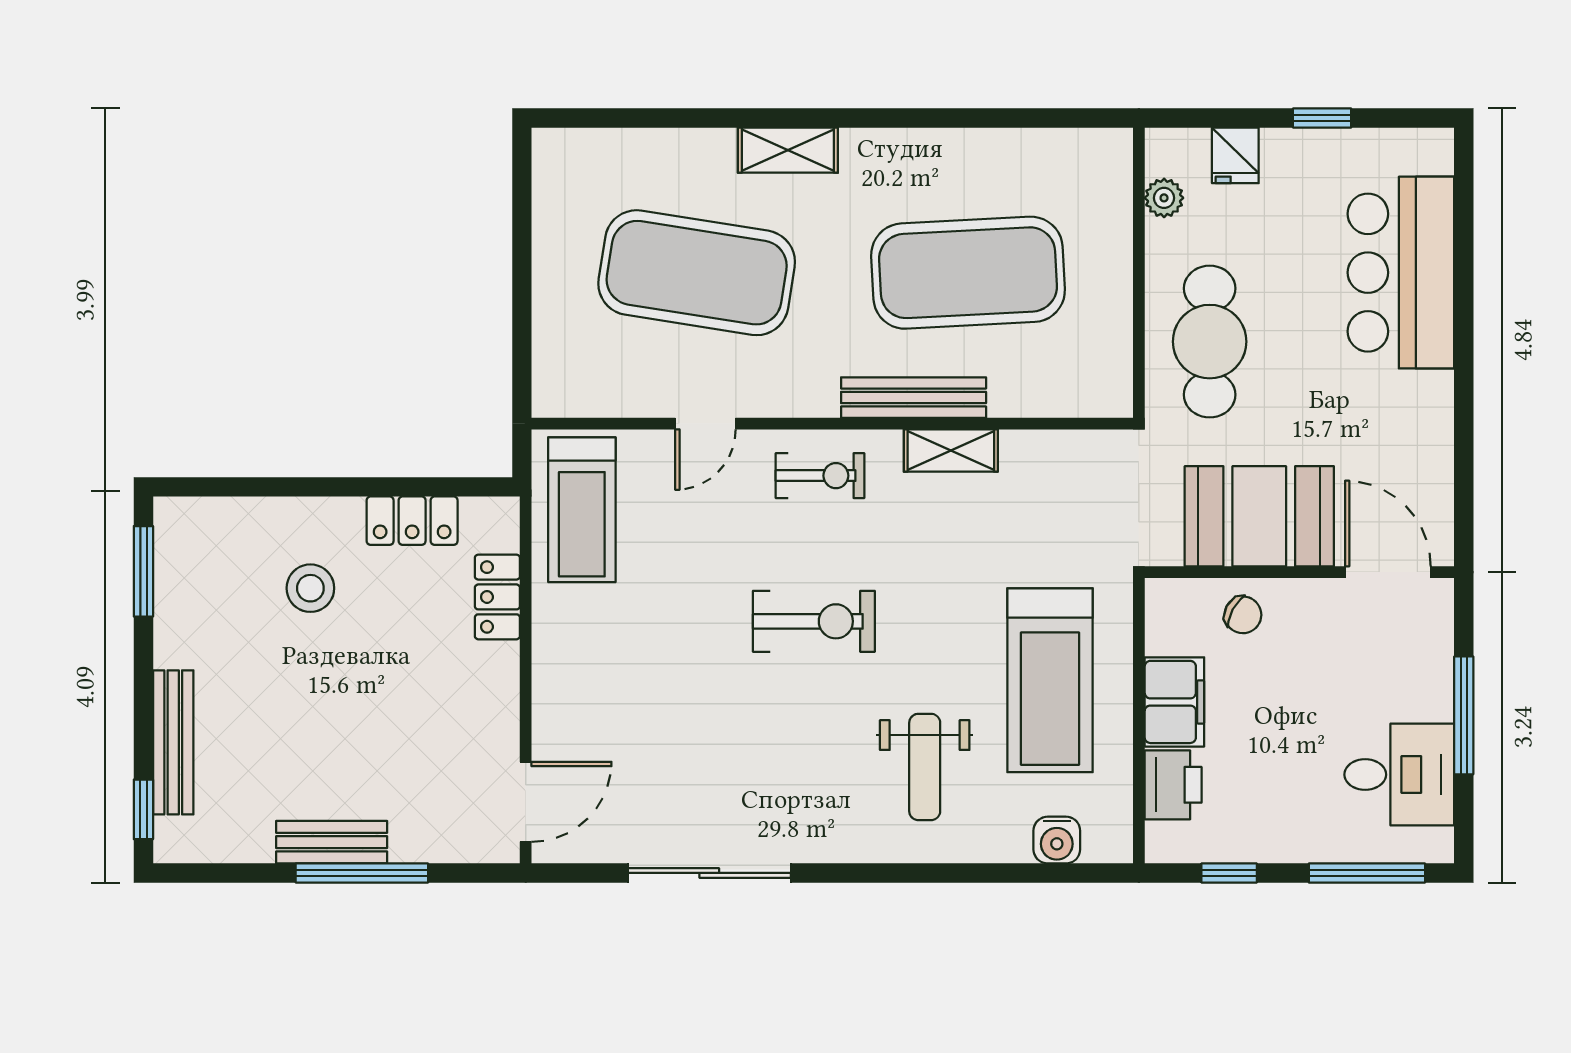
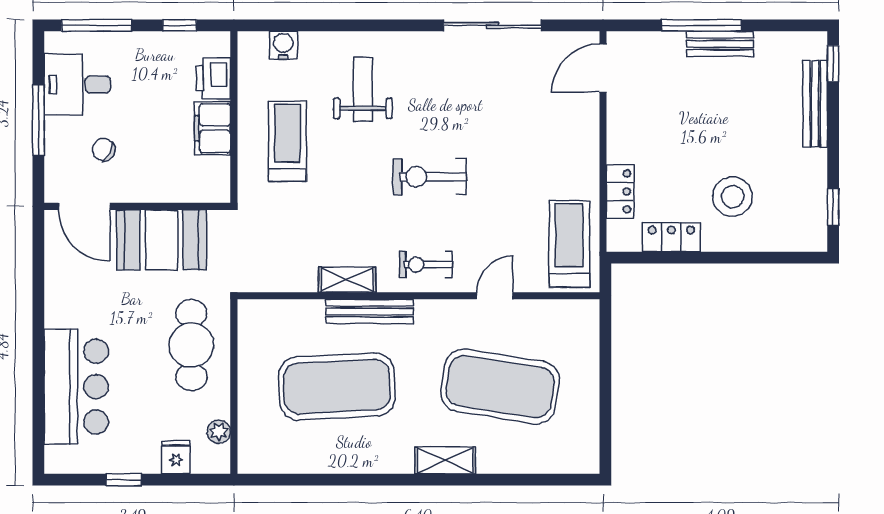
window: (143, 571) -> (833, 207), width x0.67
stool: (310, 588) -> (733, 197), width x1.38, depth x1.38
chair: (1243, 615) -> (104, 150), moved
treadmill: (1050, 680) -> (287, 141), width x0.73, depth x0.73

